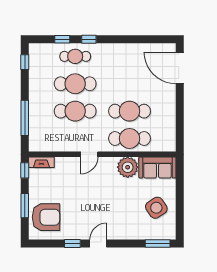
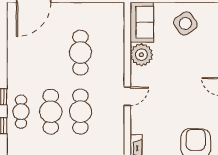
cafe table: (130, 138) -> (110, 53), removed
door: (89, 154) -> (127, 96), hinge flipped

